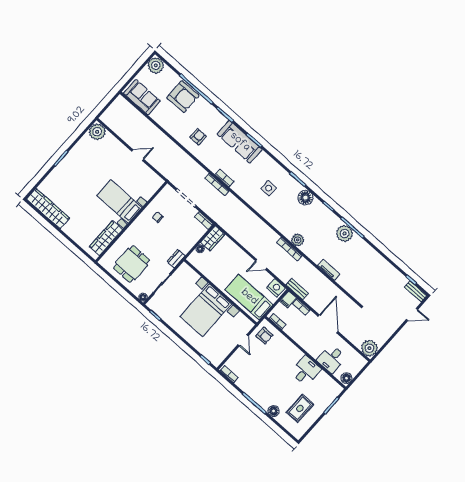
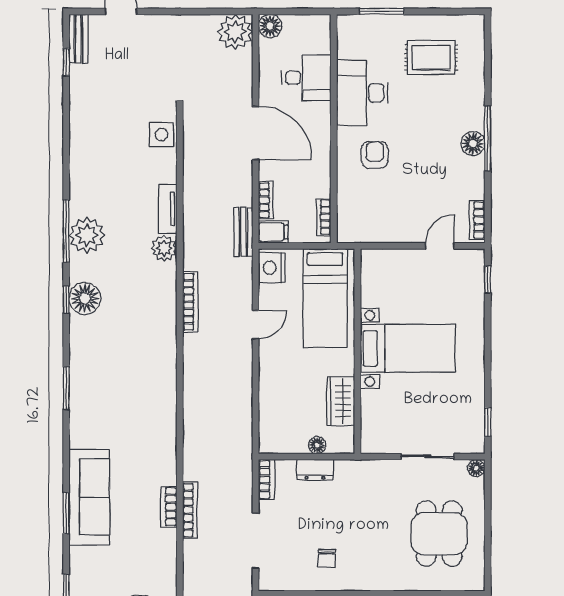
sofa: (240, 142) -> (89, 497), moved
side table: (269, 188) -> (161, 135), moved
floor lamp: (305, 198) -> (85, 298), moved
wardrobe: (213, 238) -> (341, 401), moved, turned -90
plant: (298, 240) -> (164, 248), moved
dresser: (176, 259) -> (315, 470), moved
dining table: (132, 264) -> (439, 534), turned 90
door: (261, 265) -> (256, 325), hinge flipped
bed with nightstands: (206, 310) -> (408, 348), width x0.73
door: (328, 324) -> (256, 133), swing flipped
armchair: (264, 336) -> (375, 155), moved
door: (243, 340) -> (440, 246), moved
desk: (306, 371) -> (362, 93), width x1.37
floor lamp: (346, 378) -> (270, 26), moved
floor lamp: (274, 411) -> (473, 143), moved

